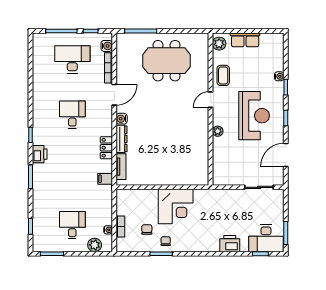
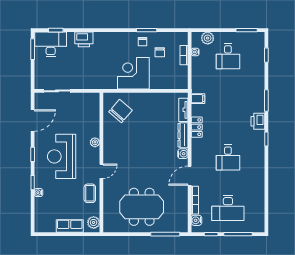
chair: (190, 165) -> (120, 111), added

